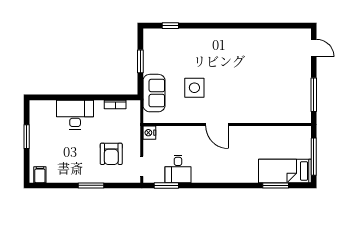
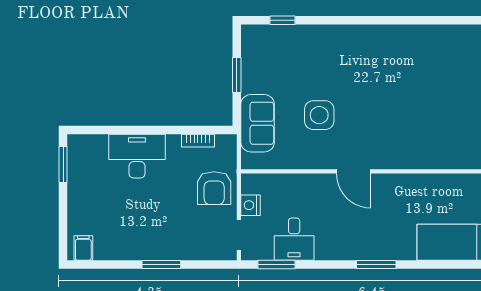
nightstand: (149, 133) -> (250, 205), moved
window: (27, 137) -> (63, 165), moved
armchair: (111, 154) -> (214, 188), moved
window: (276, 185) -> (376, 264), moved

